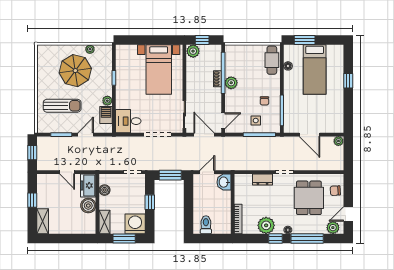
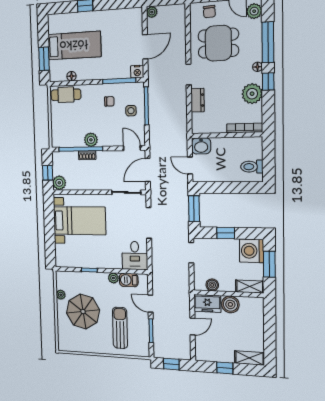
nightstand: (289, 127) -> (137, 72), added

